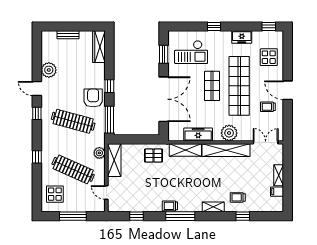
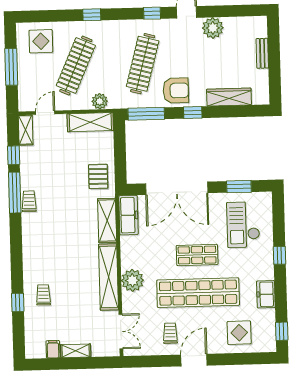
wardrobe: (99, 47) -> (229, 97), moved
freezer: (198, 135) -> (128, 215), moved
shelving: (213, 207) -> (26, 130), moved
window: (180, 216) -> (15, 193), moved

